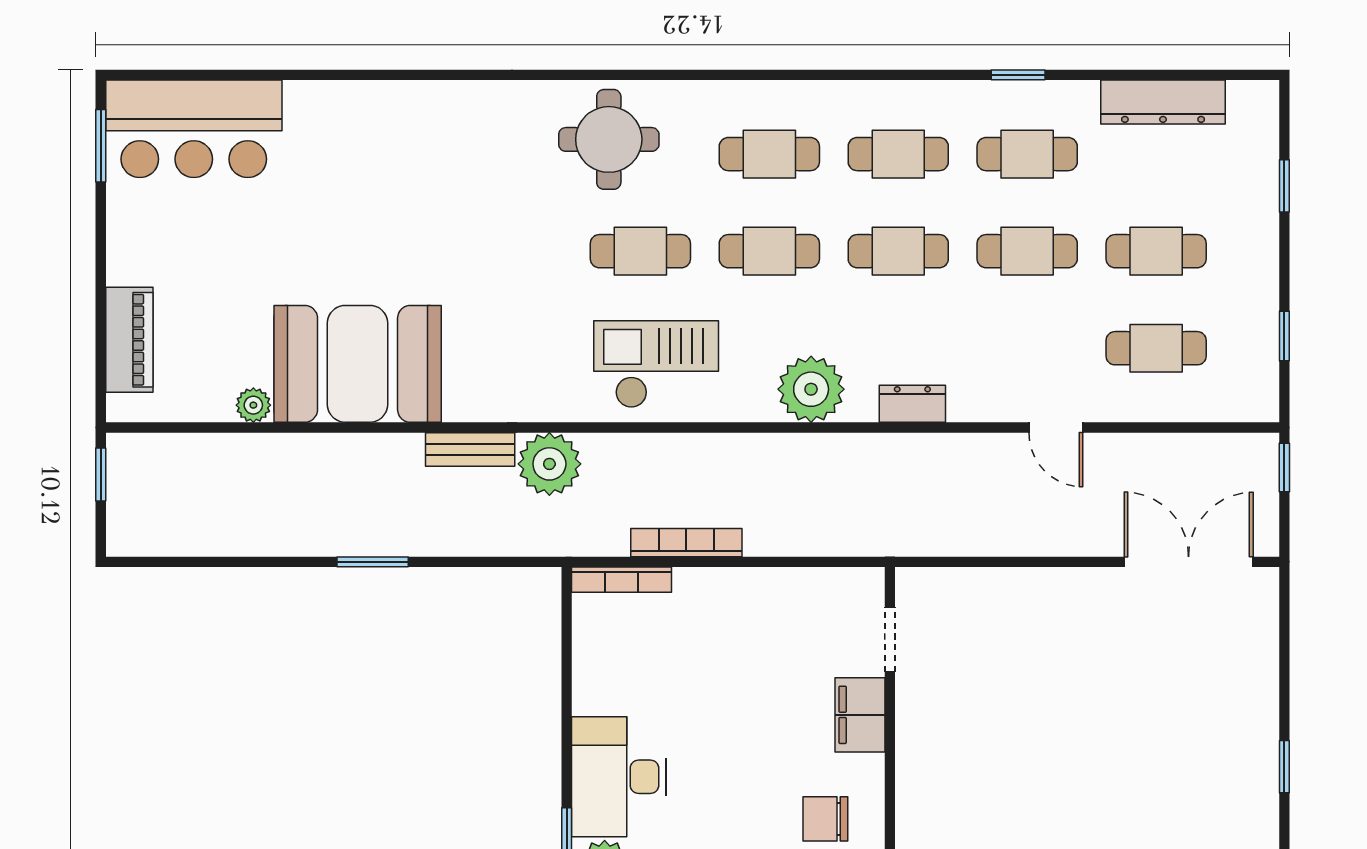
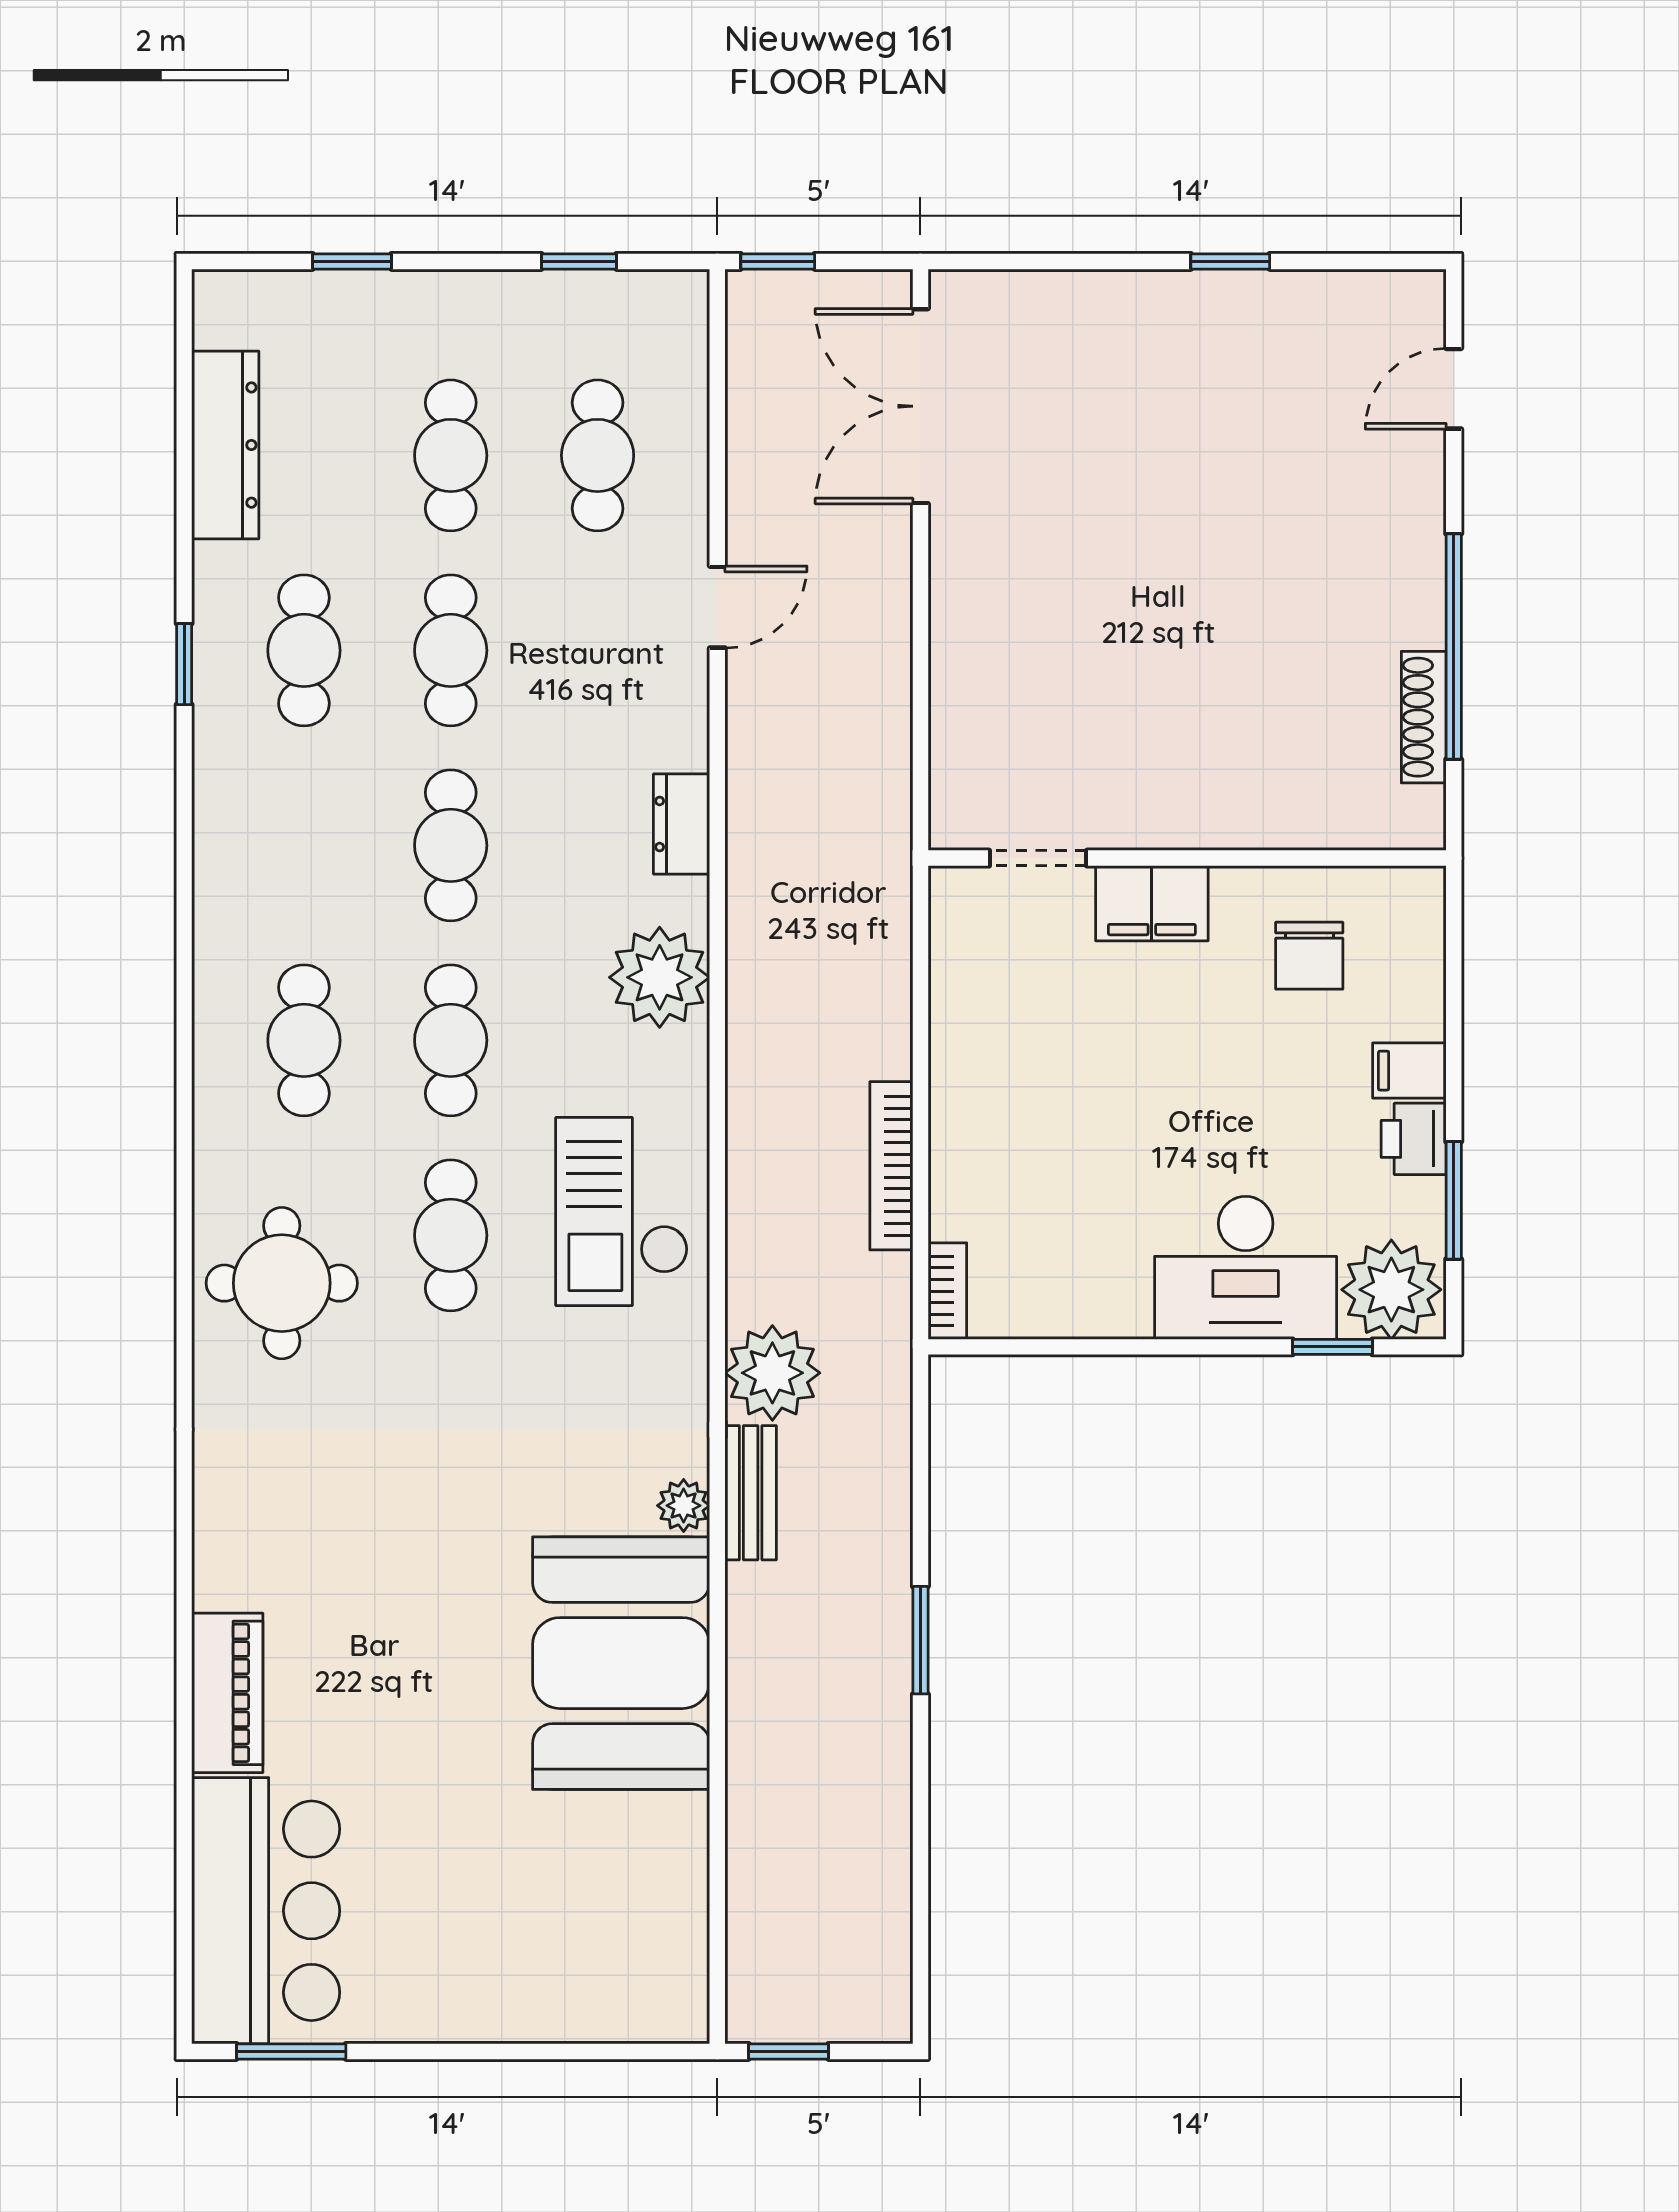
cafe table: (898, 154) -> (304, 845), removed
piano: (129, 340) -> (227, 1693), moved, turned 90
plant: (253, 405) -> (684, 1506), moved
bookcase: (622, 580) -> (947, 1291), width x0.64

